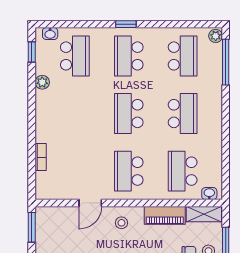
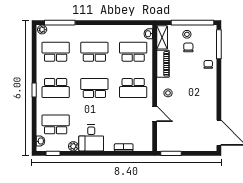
desk: (55, 109) -> (91, 138), added
school desk: (129, 114) -> (94, 88), turned 180
school desk: (183, 171) -> (133, 52), turned 180

